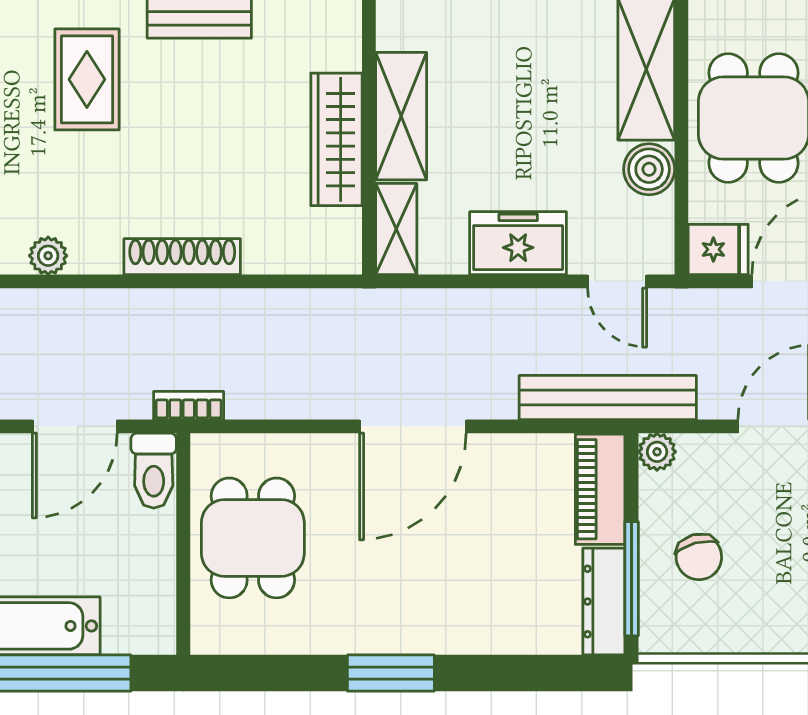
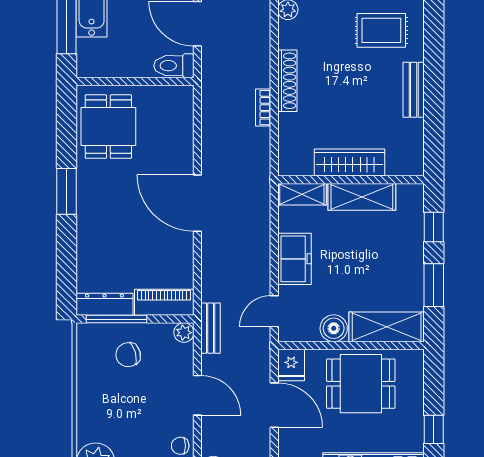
bench: (608, 397) -> (211, 328), width x0.54, depth x0.82
bookcase: (189, 406) -> (263, 108), moved, turned 180
dining table: (253, 538) -> (108, 127), moved, turned 90

